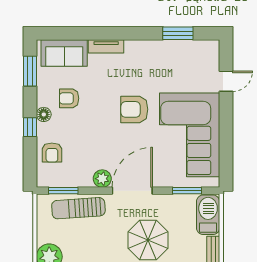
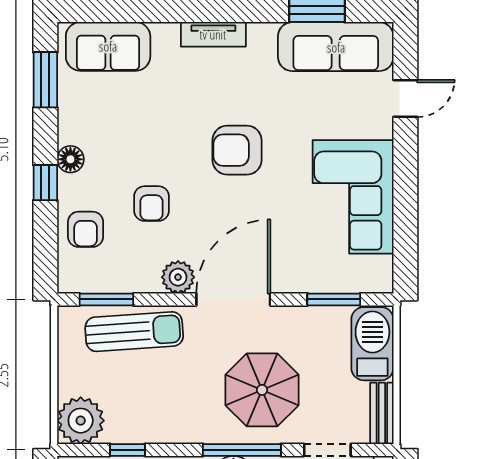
tv unit: (106, 46) -> (213, 34), moved
sofa: (188, 53) -> (336, 47), added
armchair: (69, 98) -> (152, 204), moved, turned -90
corner sofa: (190, 135) -> (353, 197), width x0.73, depth x0.74
sun lounger: (78, 208) -> (134, 332), turned 180

